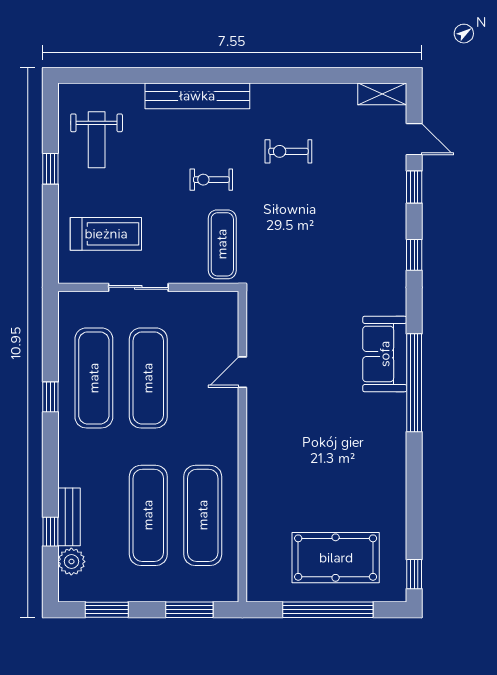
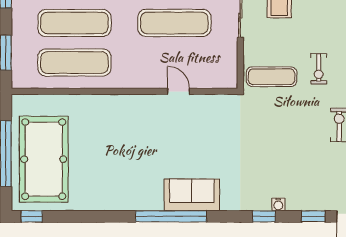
exercise bike: (211, 180) -> (319, 69), turned 180
water cooler: (398, 235) -> (278, 204), added
pool table: (336, 558) -> (44, 159), width x1.36, depth x1.32

